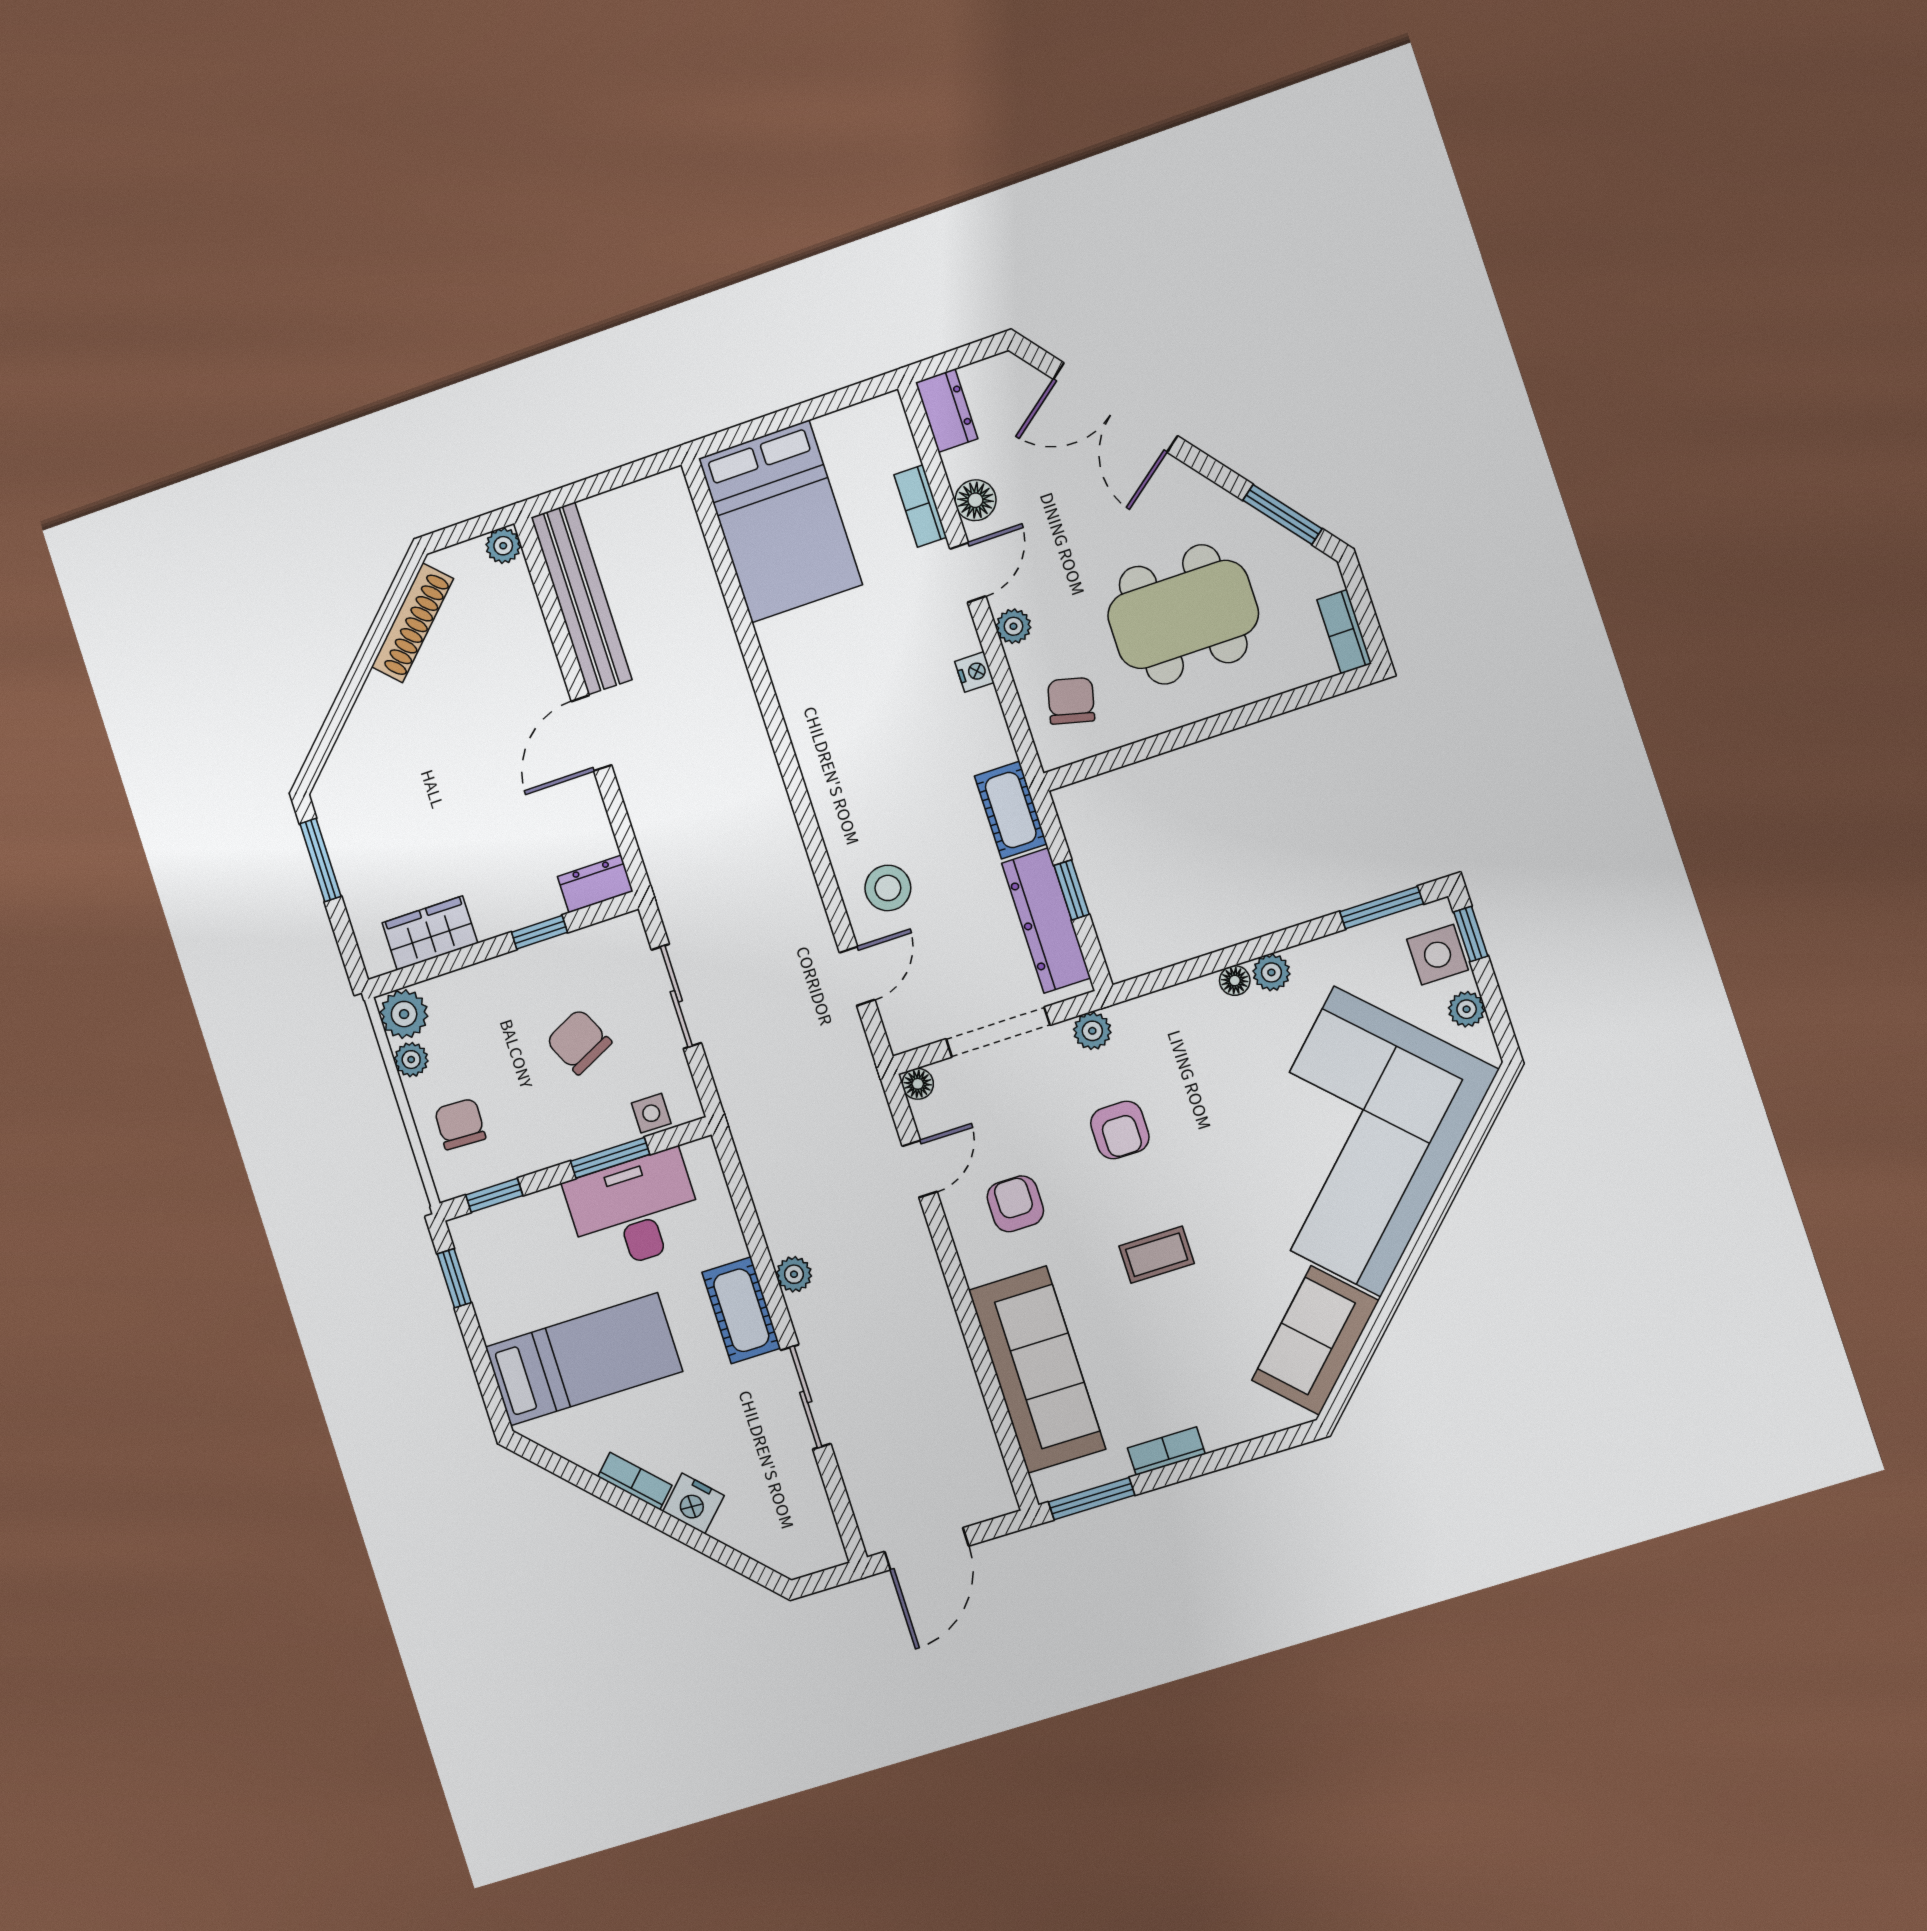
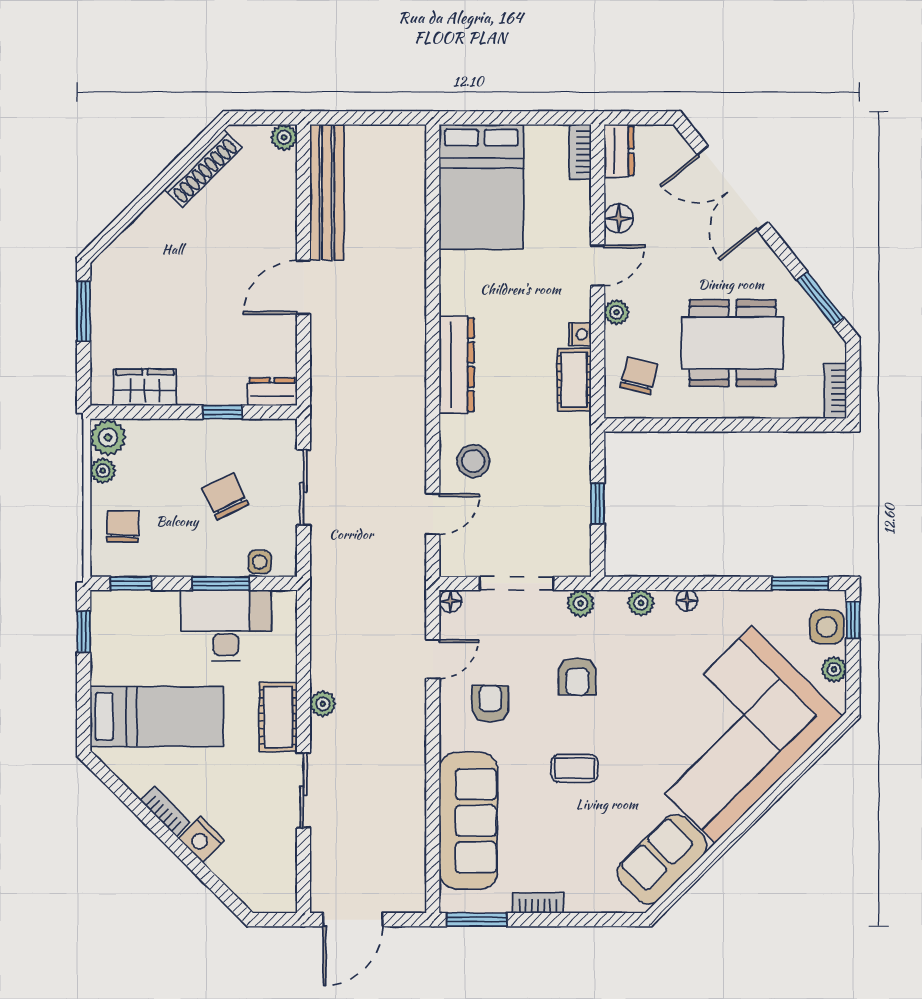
bookcase: (920, 506) -> (580, 152), moved
cot: (1011, 810) -> (574, 380), moved
dresser: (1046, 920) -> (457, 365), moved, turned 180
plant: (1271, 972) -> (641, 603), moved

